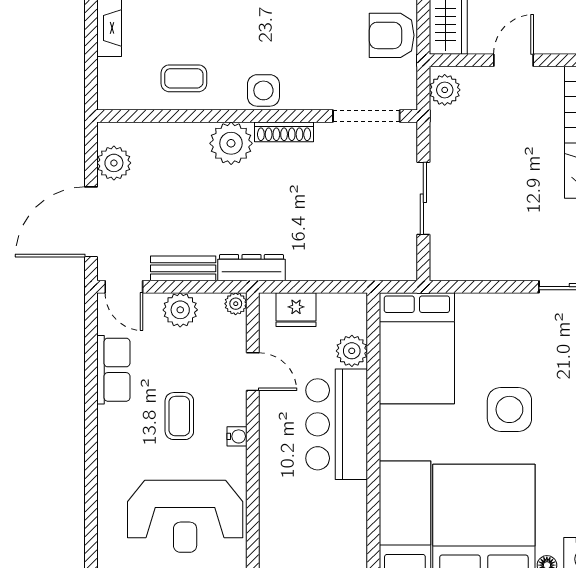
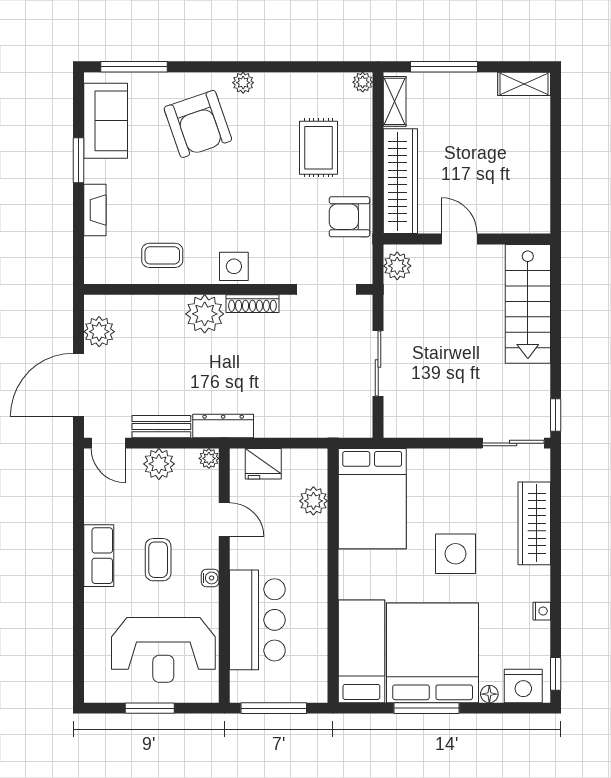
door: (514, 60) -> (459, 239), hinge flipped
row of seats: (113, 370) -> (99, 556), moved
bar counter: (337, 424) -> (257, 620), moved, turned 180

